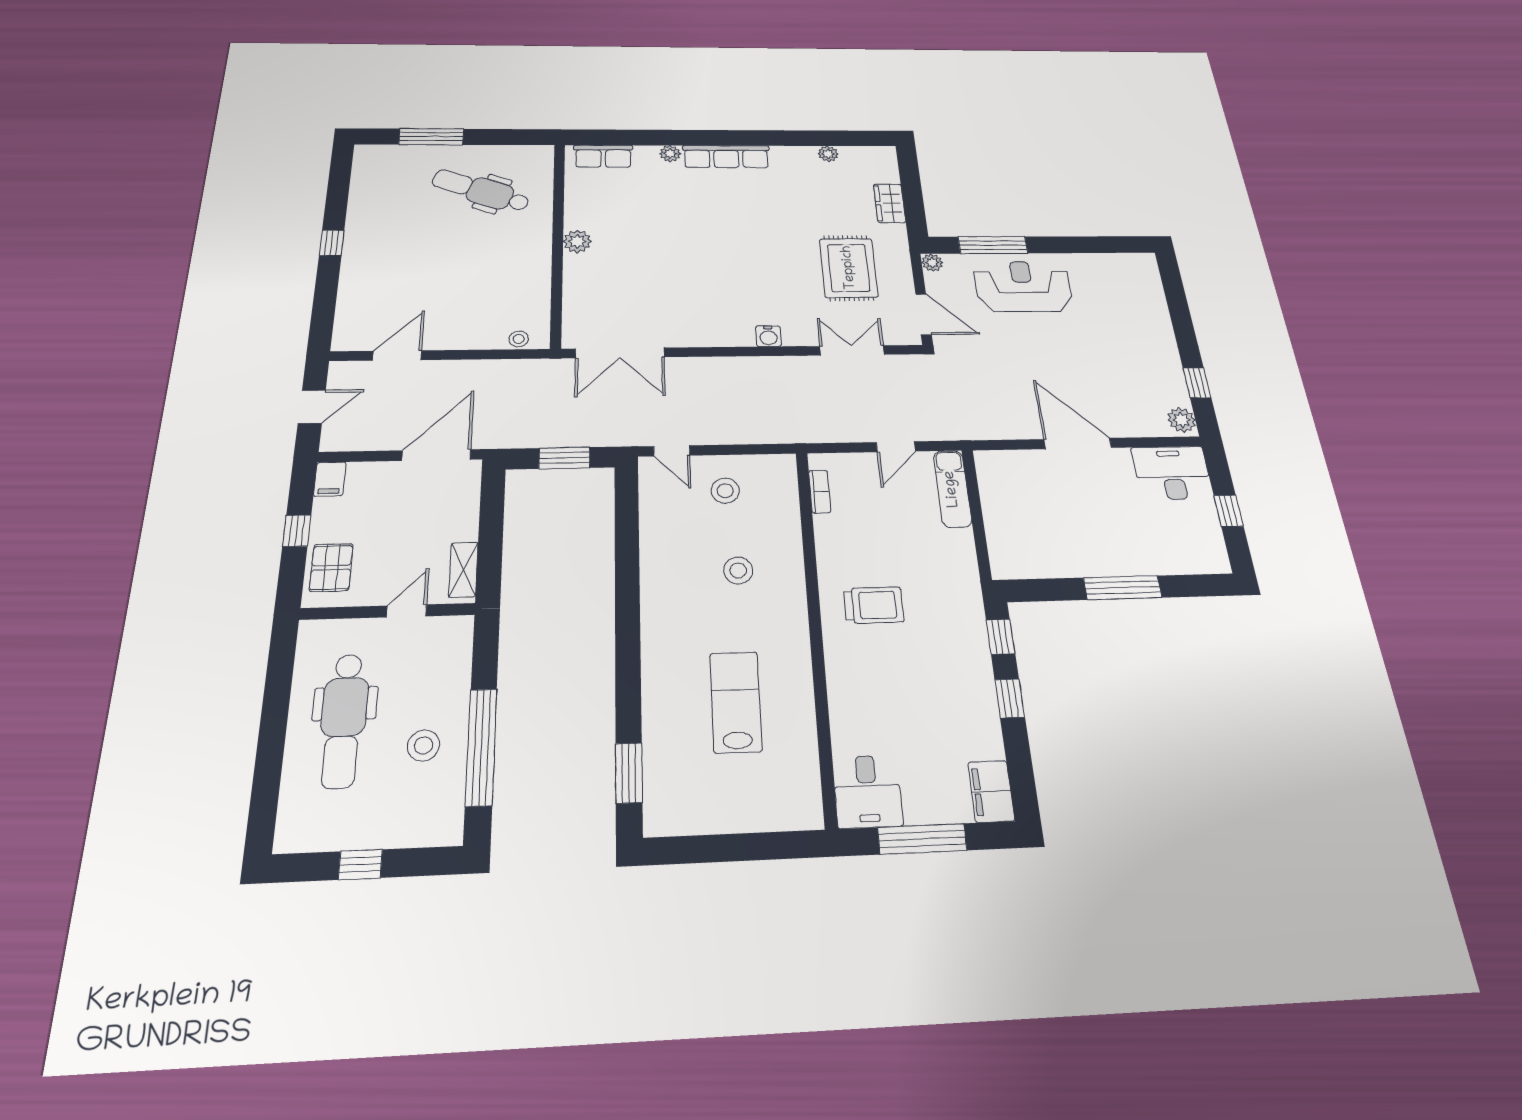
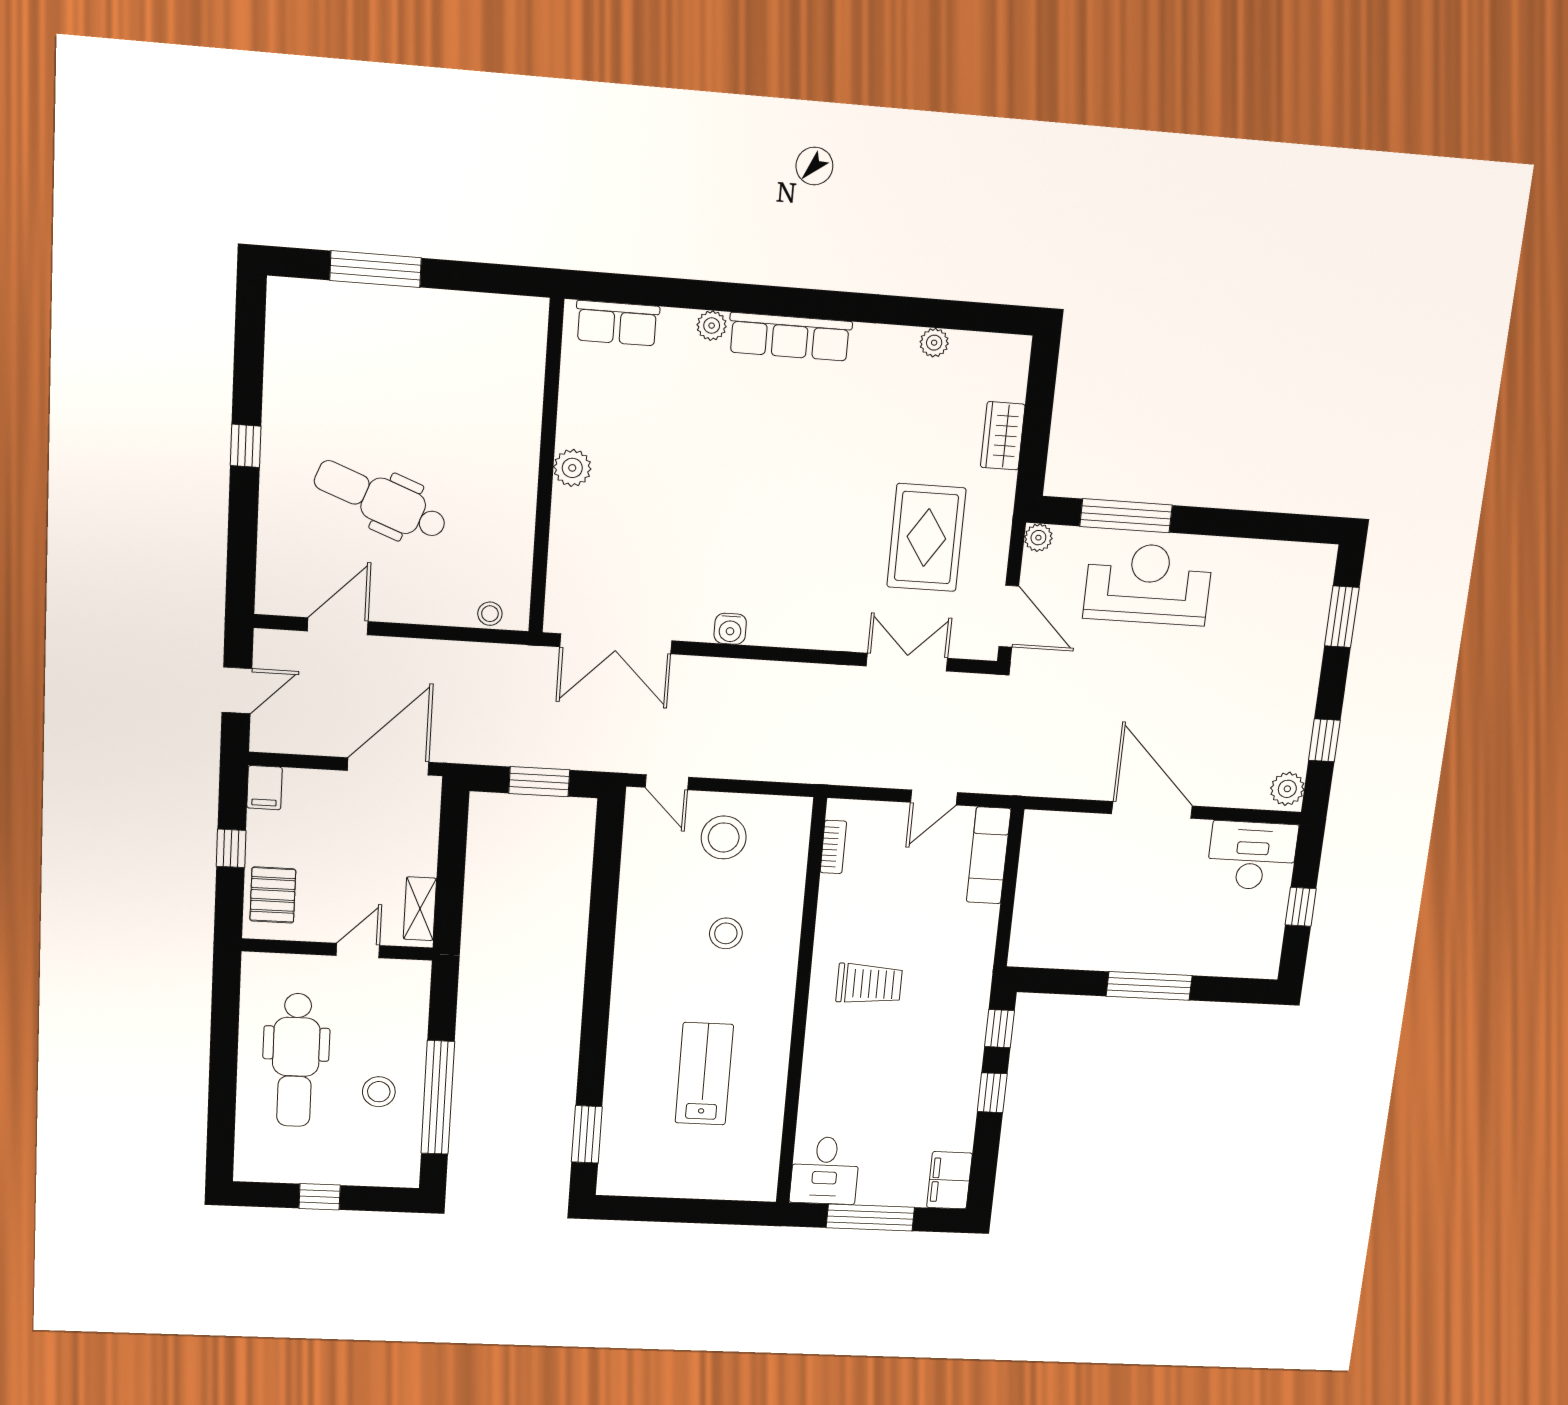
dental chair: (481, 191) -> (381, 500), moved
window: (1176, 298) -> (1342, 617), added
water cooler: (768, 336) -> (730, 629), moved
stool: (725, 491) -> (724, 837), width x1.38, depth x1.38

